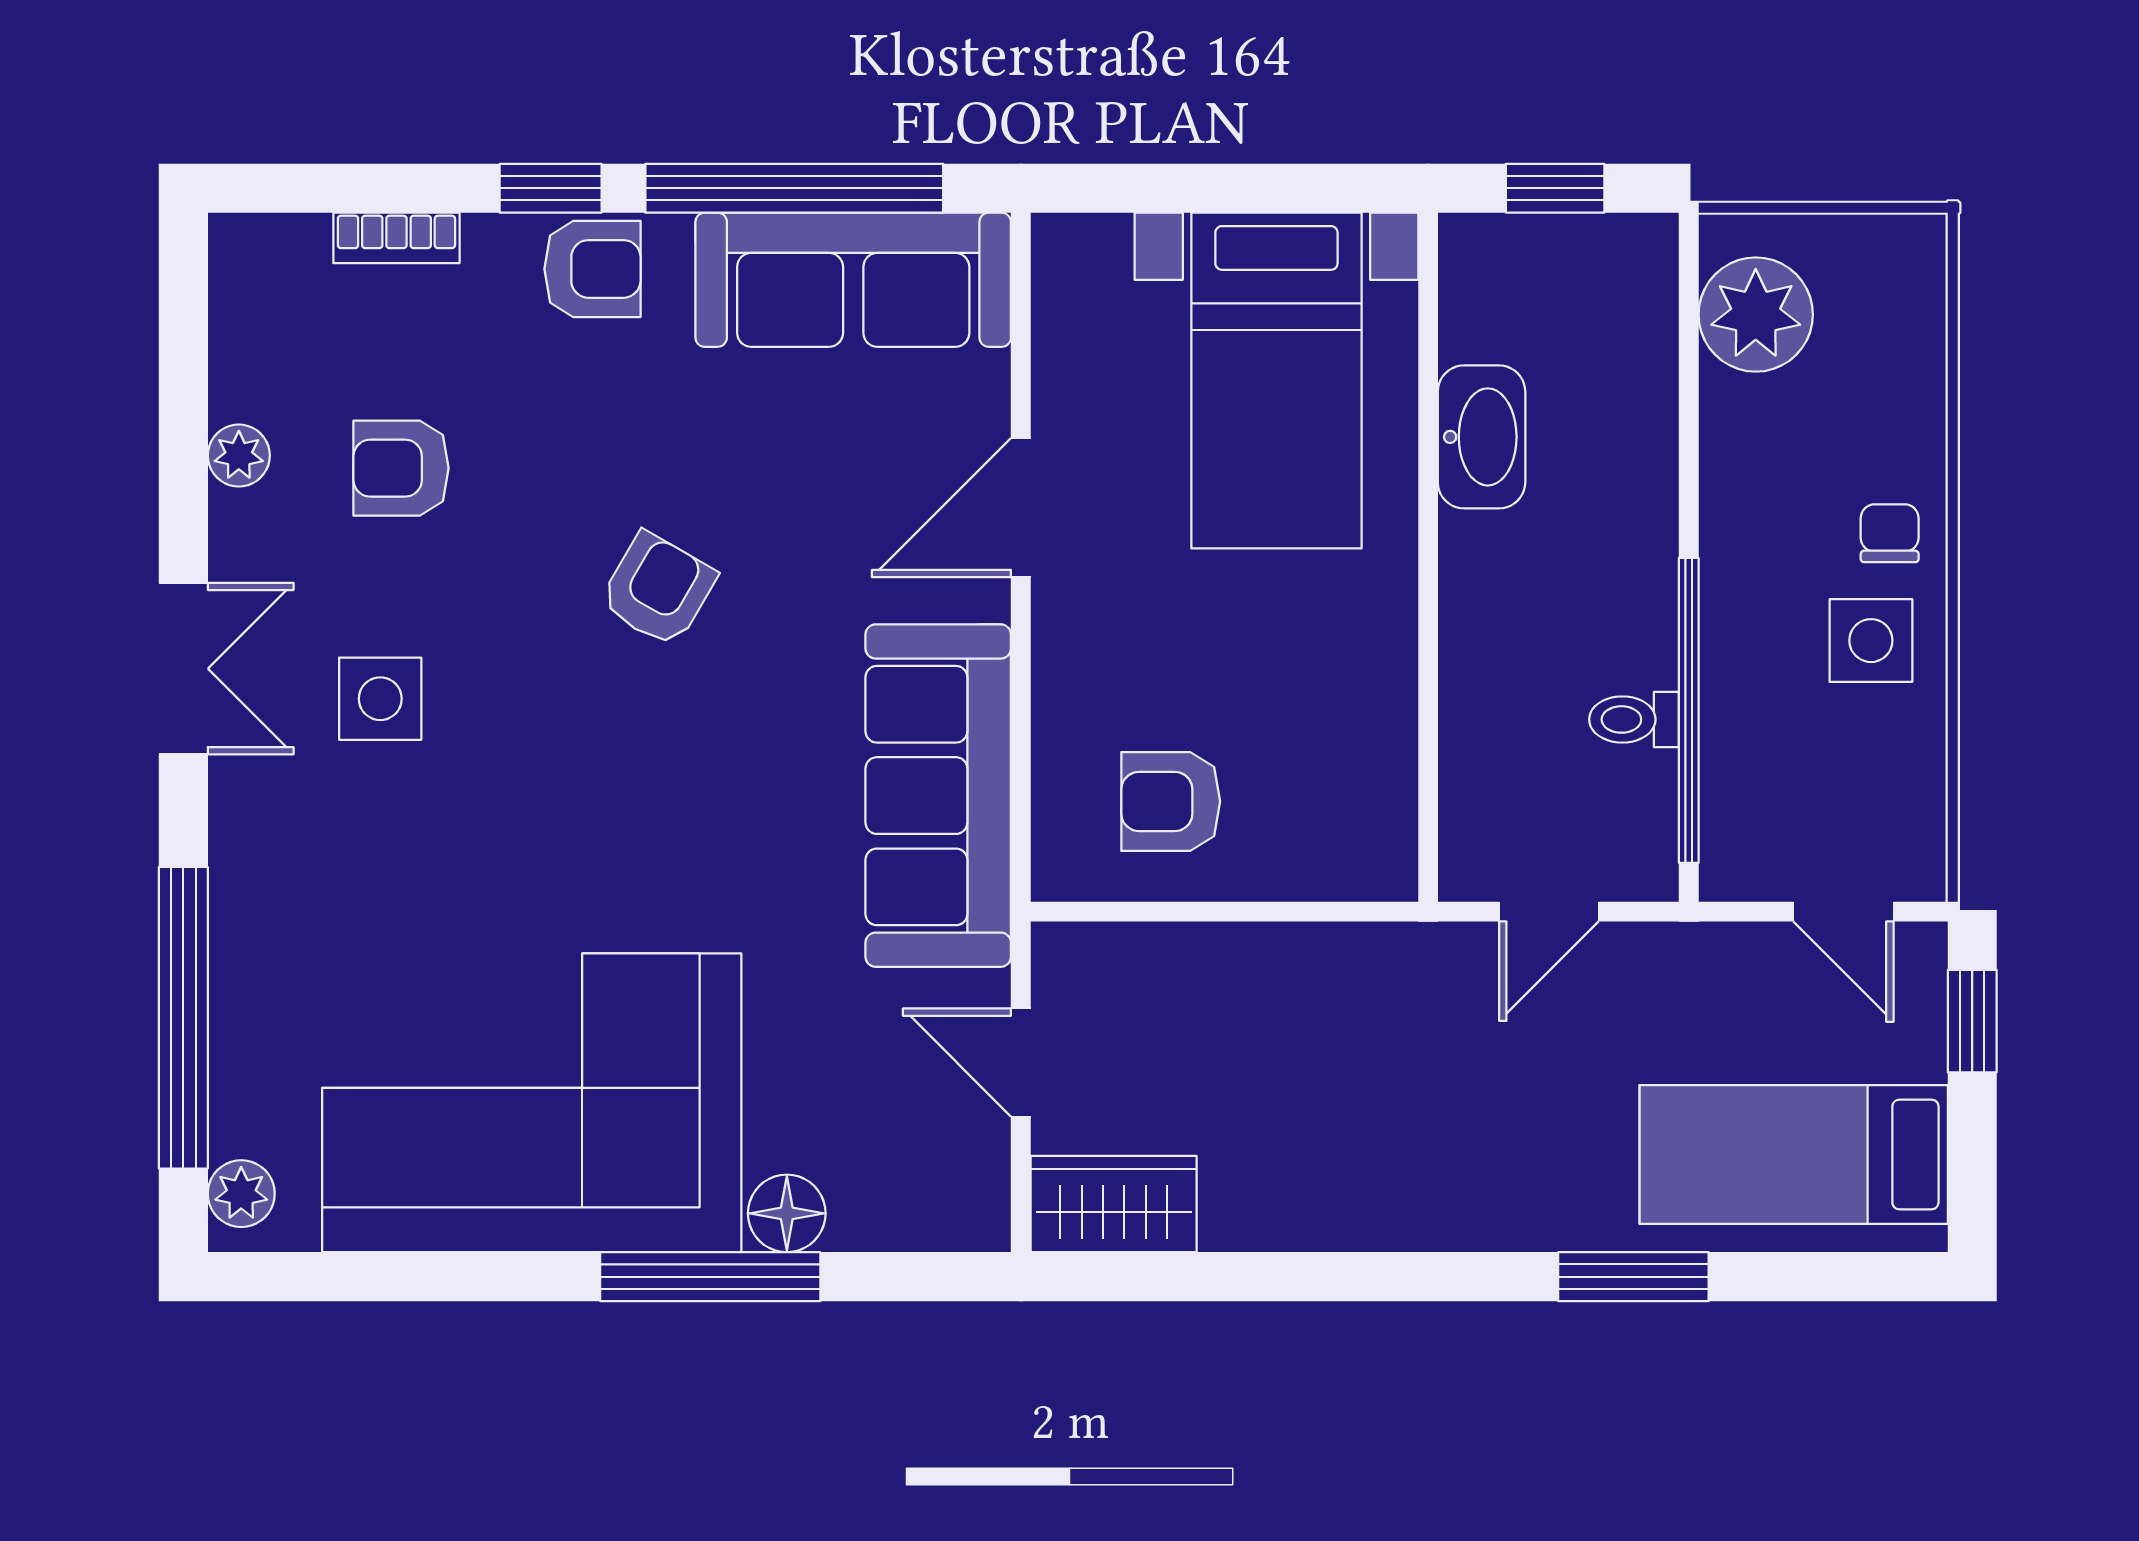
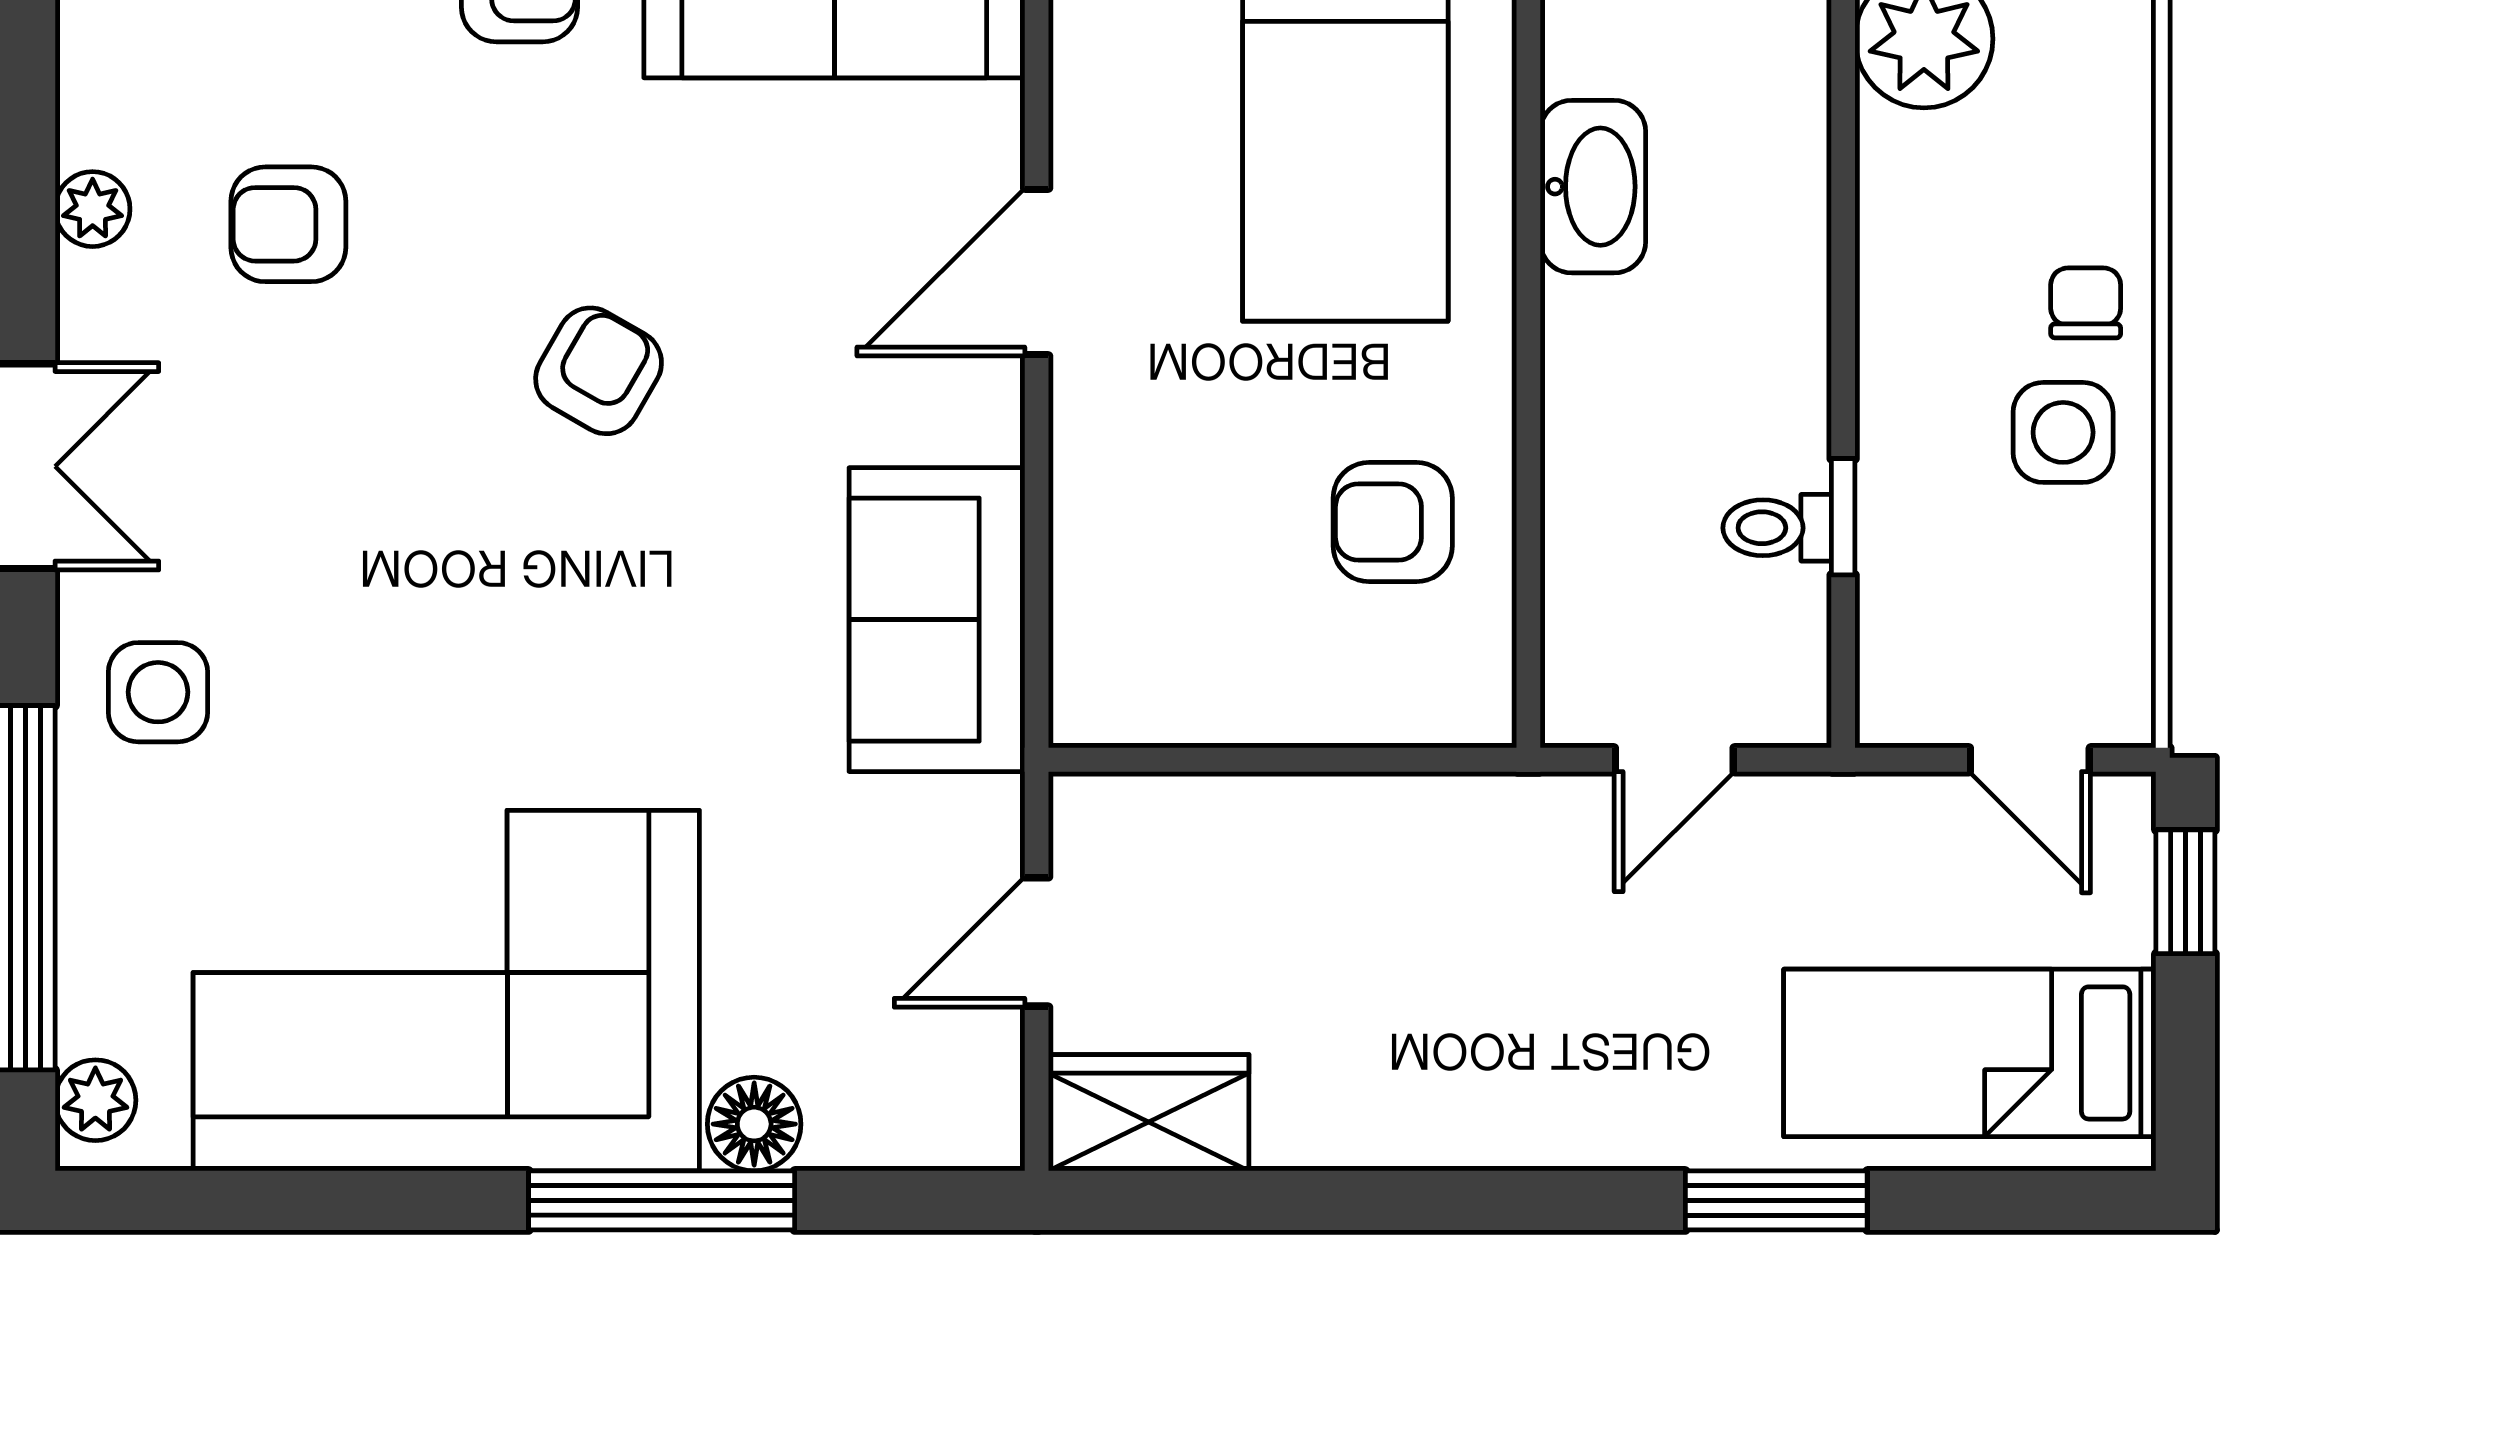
side table: (380, 699) -> (158, 692), moved
window: (1689, 710) -> (1843, 517), width x0.32
sofa: (938, 796) -> (937, 620), width x0.73
armchair: (1171, 801) -> (1393, 522), moved
door: (1021, 1062) -> (1037, 942), hinge flipped

